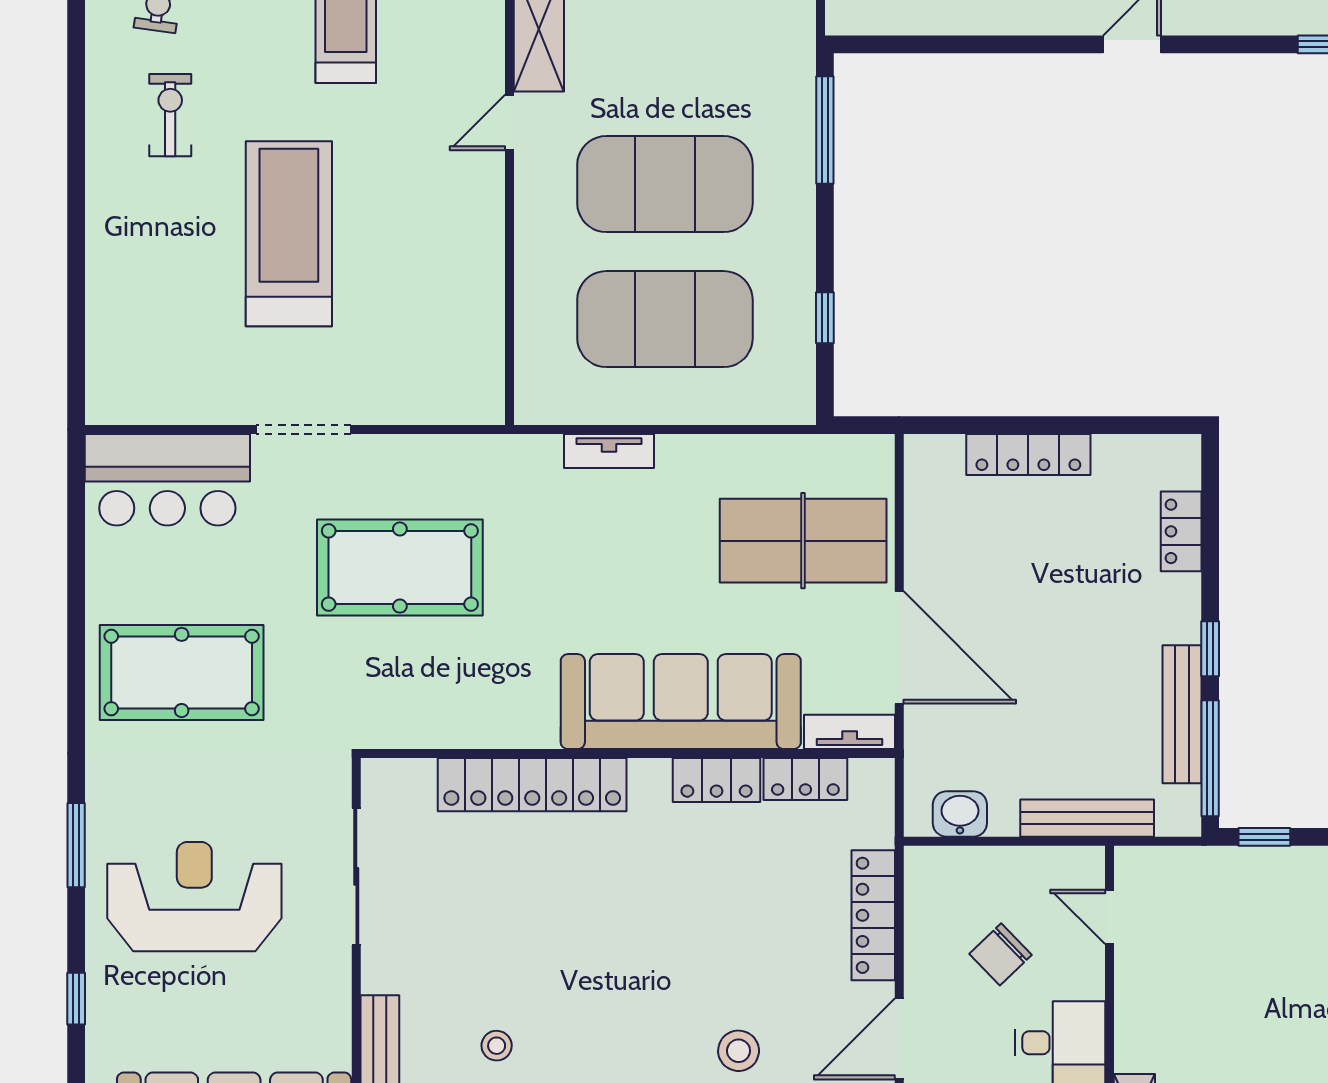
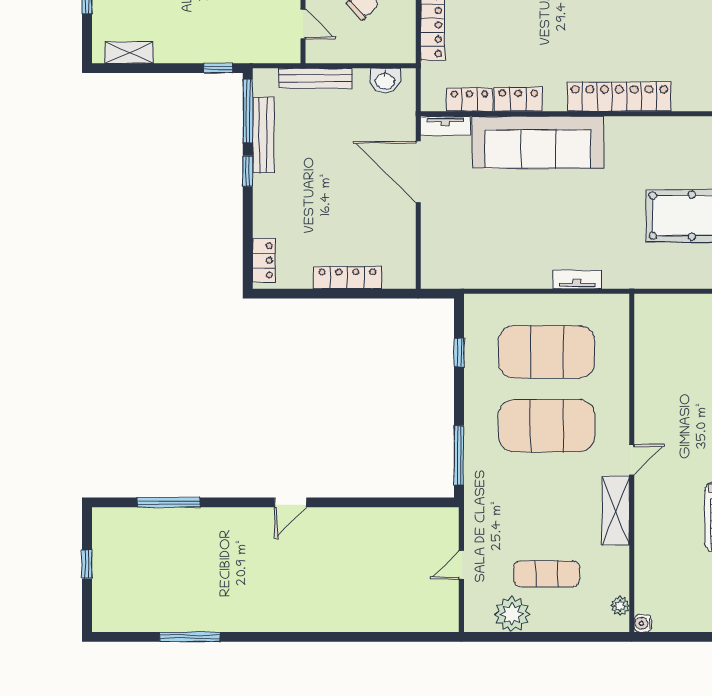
locker: (1181, 531) -> (264, 260), moved
table tennis table: (803, 541) -> (471, 230), removed

